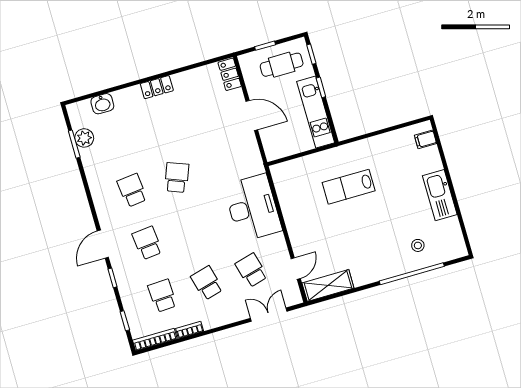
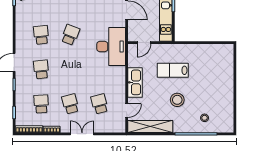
filing cabinet: (425, 139) -> (228, 55), removed
door: (293, 157) -> (144, 43), added
kitchen sink: (440, 195) -> (135, 82), moved, turned 180
desk: (253, 208) -> (111, 46), moved
stool: (368, 230) -> (177, 100), added
shelving: (328, 286) -> (150, 126), width x1.47
double door: (269, 315) -> (82, 134), moved

